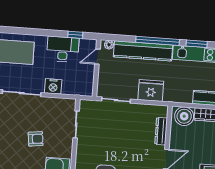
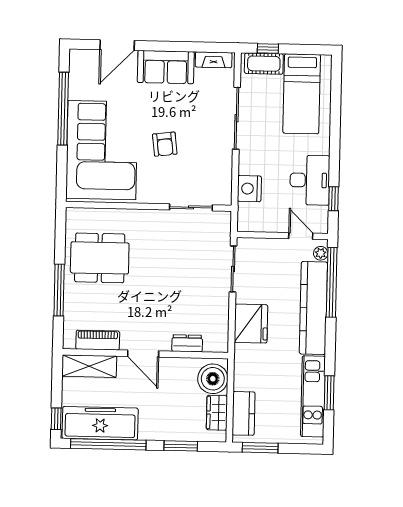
window: (158, 41) -> (332, 282), moved
nightstand: (53, 86) -> (249, 189), moved
dresser: (161, 131) -> (187, 343), width x0.70

